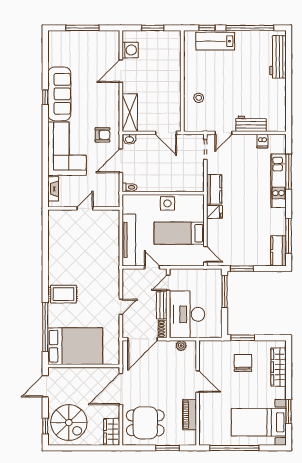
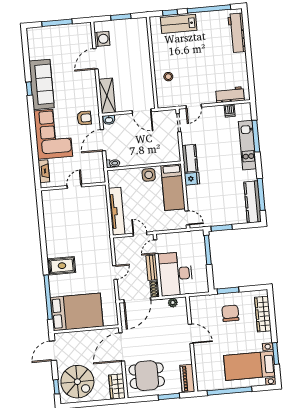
workbench: (251, 124) -> (230, 95), moved
bed: (179, 233) -> (173, 187), moved, turned -90
kitchen counter: (278, 251) -> (253, 202), width x1.50
piano: (190, 415) -> (187, 379), moved

